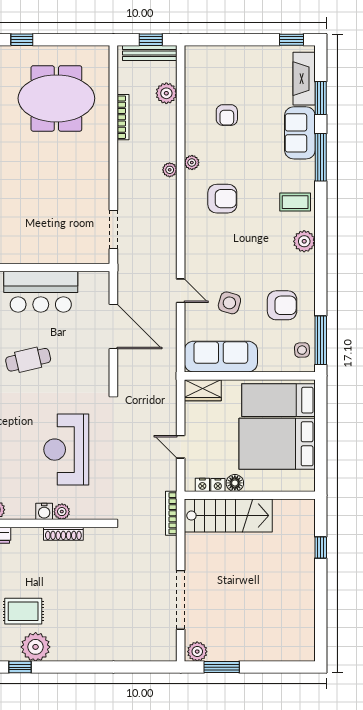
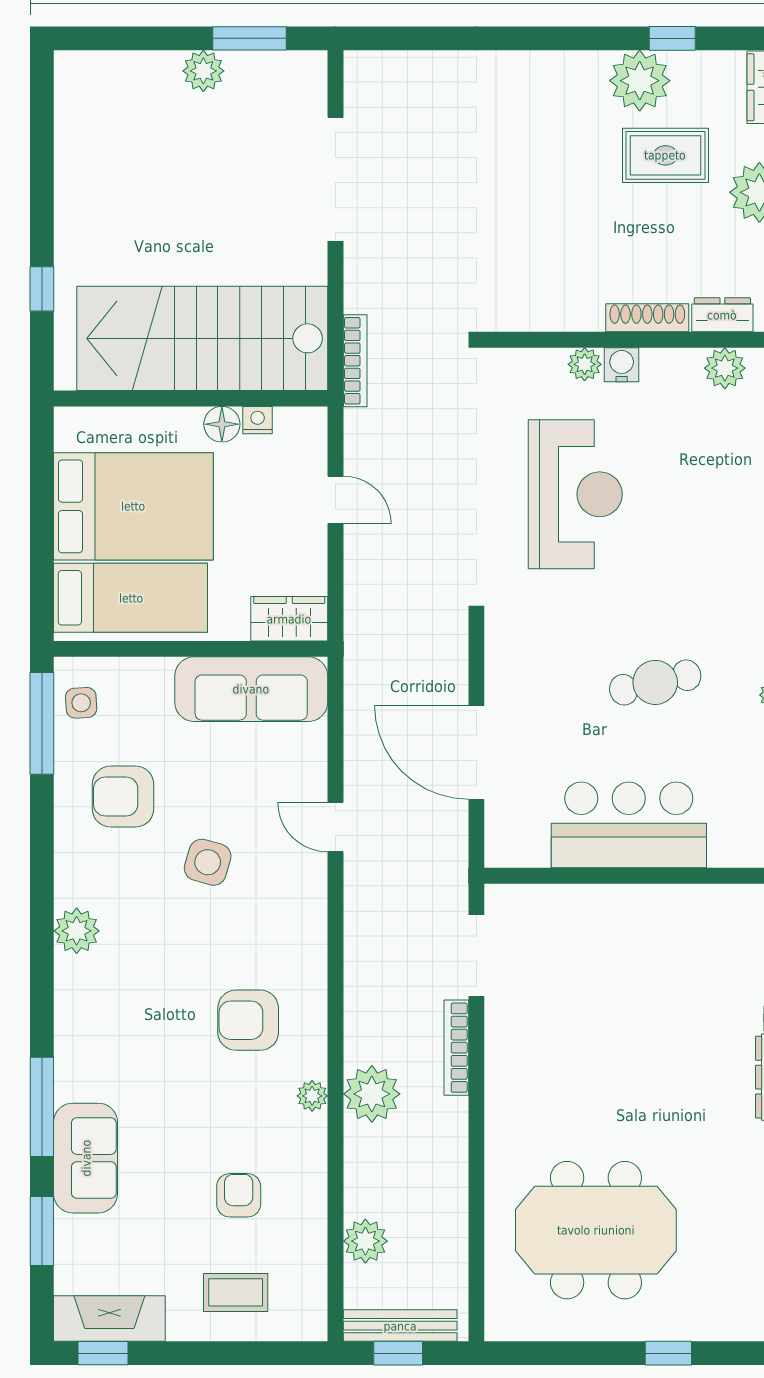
fireplace: (304, 79) -> (109, 1319), moved, turned -90
bookcase: (123, 117) -> (456, 1048), moved
plant: (170, 170) -> (372, 1094), width x1.88, depth x1.88
coffee table: (295, 202) -> (236, 1292), moved
side table: (229, 303) -> (208, 862), moved
nightstand: (202, 485) -> (290, 420), removed
stairs: (228, 516) -> (202, 338), width x1.36, depth x1.51
shoe rack: (63, 534) -> (647, 318), moved
plant: (197, 652) -> (203, 71), moved

